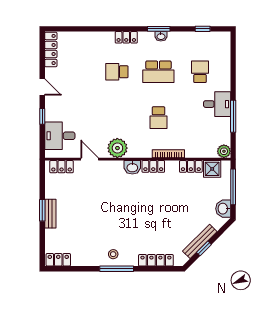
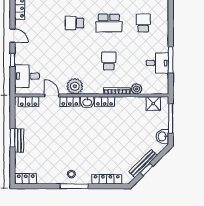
desk: (217, 104) -> (157, 63), moved
school desk: (158, 118) -> (109, 61), turned 180
plant: (224, 151) -> (137, 89), moved
locker: (191, 166) -> (70, 101), moved

